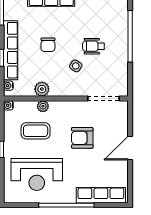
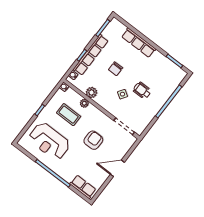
armchair: (82, 138) -> (93, 140), turned 90
row of seats: (101, 195) -> (83, 187), width x0.68

